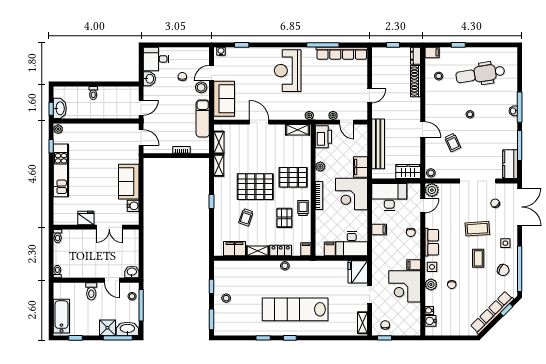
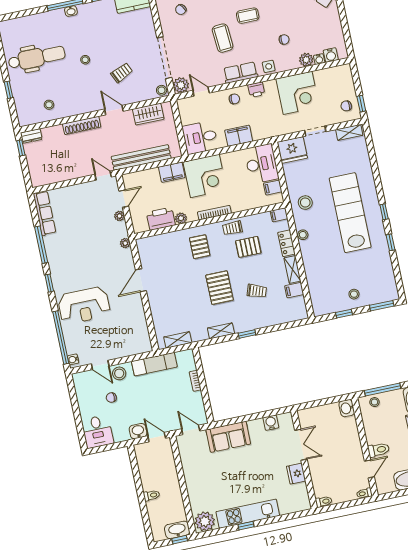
window: (242, 45) -> (61, 337), width x3.17
window: (289, 45) -> (49, 283), added
window: (393, 45) -> (21, 148), moved
filing cabinet: (432, 52) -> (24, 118), removed
row of seats: (342, 53) -> (45, 213), width x0.73
reception desk: (288, 71) -> (84, 306), moved
dental chair: (480, 74) -> (37, 58), turned -81
washbasin: (149, 79) -> (138, 431), moved
shoe rack: (416, 81) -> (82, 125), moved
door: (370, 96) -> (103, 176), moved
sofa: (224, 99) -> (127, 344), removed
door: (259, 122) -> (141, 280), moved
plant: (58, 129) -> (205, 521), width x1.87, depth x1.87
door: (423, 129) -> (114, 110), hinge flipped
shelving: (297, 130) -> (144, 253), removed
door: (141, 137) -> (191, 430), hinge flipped
printer: (323, 137) -> (161, 219), moved
window: (51, 146) -> (246, 526), moved
shelving: (219, 165) -> (221, 331), moved
wardrobe: (408, 172) -> (148, 114), moved, turned -90
pallet: (293, 177) -> (200, 247), width x0.67, depth x0.71
doorway: (478, 181) -> (164, 58), moved
sofa: (129, 182) -> (228, 437), moved
pallet: (255, 187) -> (219, 288), width x0.73, depth x0.71
desk: (389, 197) -> (200, 137), width x0.73
filing cabinet: (379, 229) -> (239, 136), width x2.00
coffee table: (477, 229) -> (223, 38), moved
filing cabinet: (235, 249) -> (294, 290), width x0.50
printer: (415, 252) -> (256, 90), added
filing cabinet: (414, 265) -> (271, 88), removed
stool: (311, 274) -> (305, 203), added
door: (112, 280) -> (369, 469), moved
plant: (431, 284) -> (306, 60), moved
lab bench: (295, 309) -> (350, 213), turned 180

